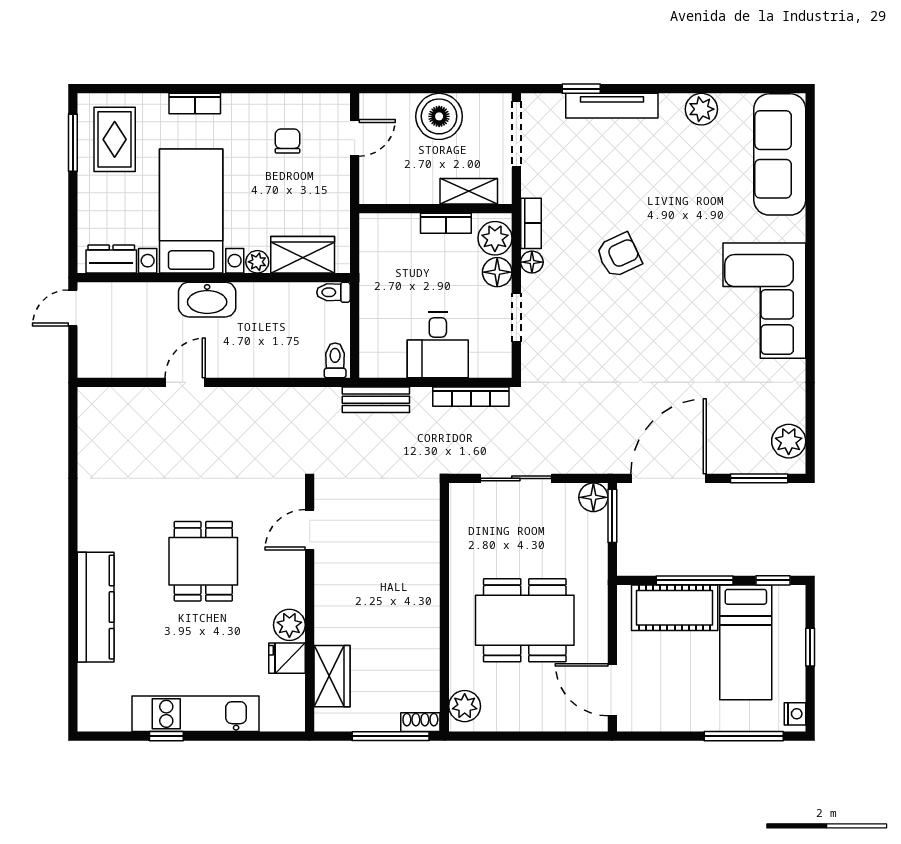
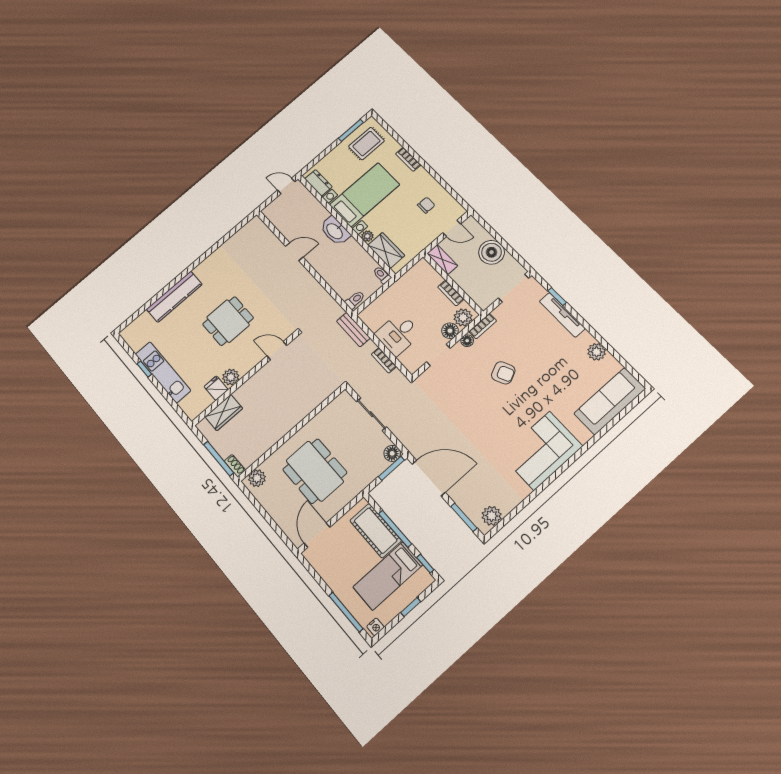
shelving: (469, 191) -> (442, 260), moved
bookcase: (471, 397) -> (384, 360), width x0.64

